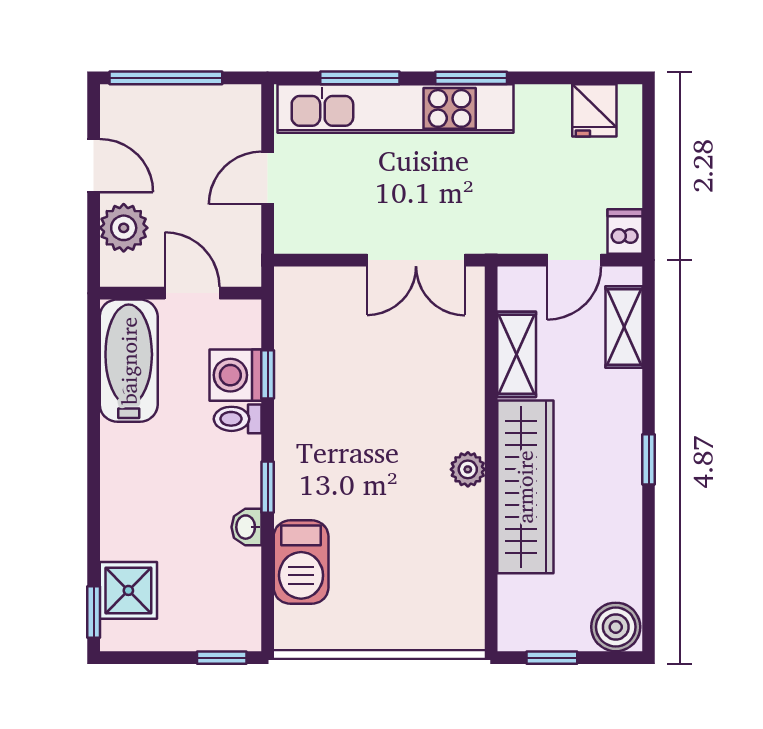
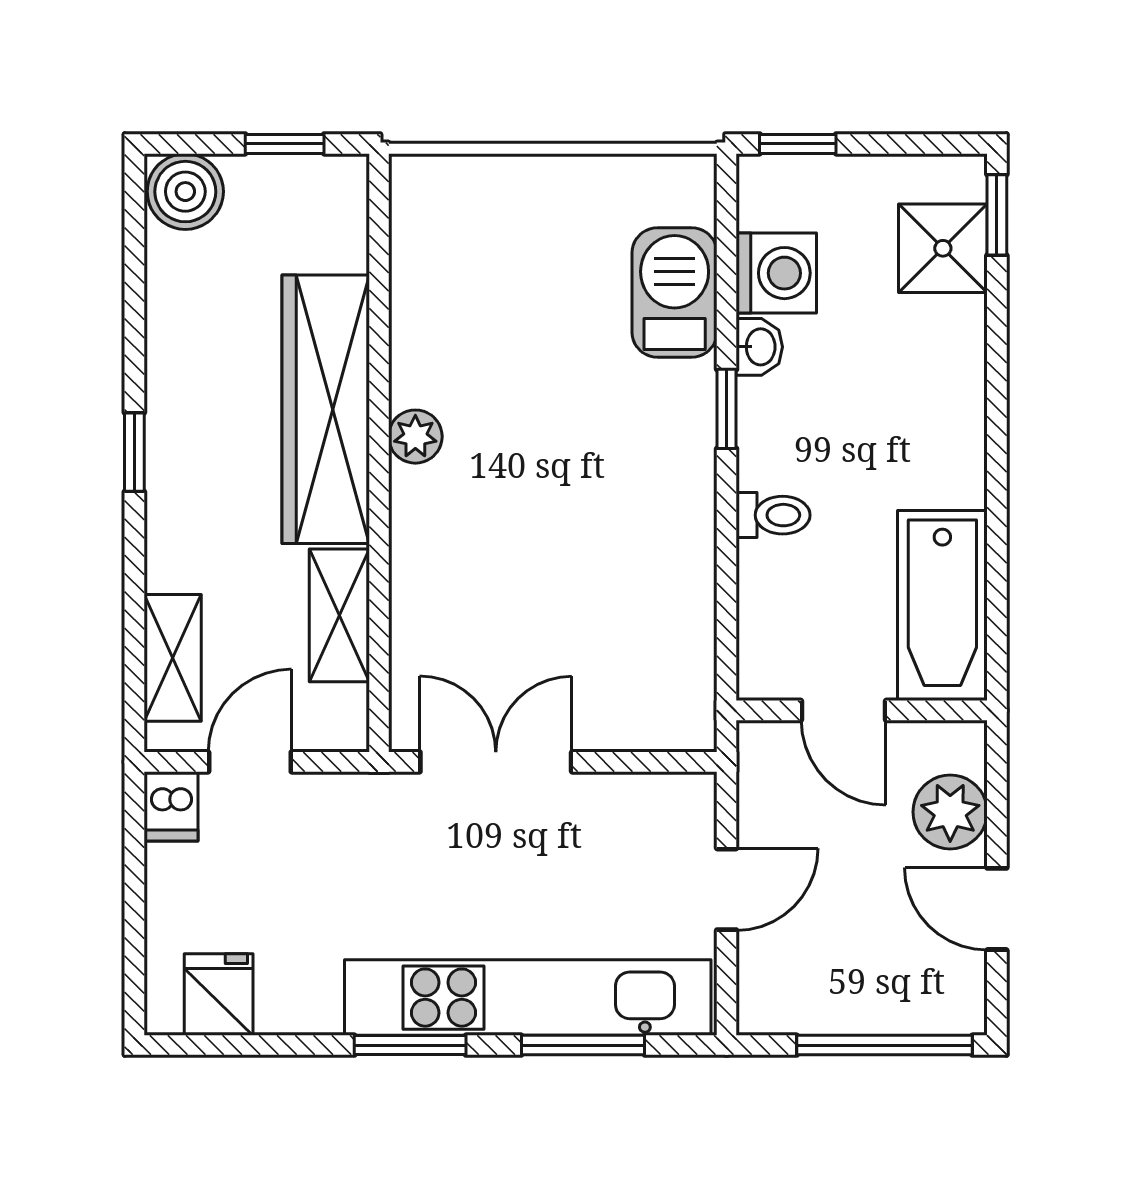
window: (268, 374) -> (727, 584), removed
washing machine: (236, 375) -> (776, 273), moved

